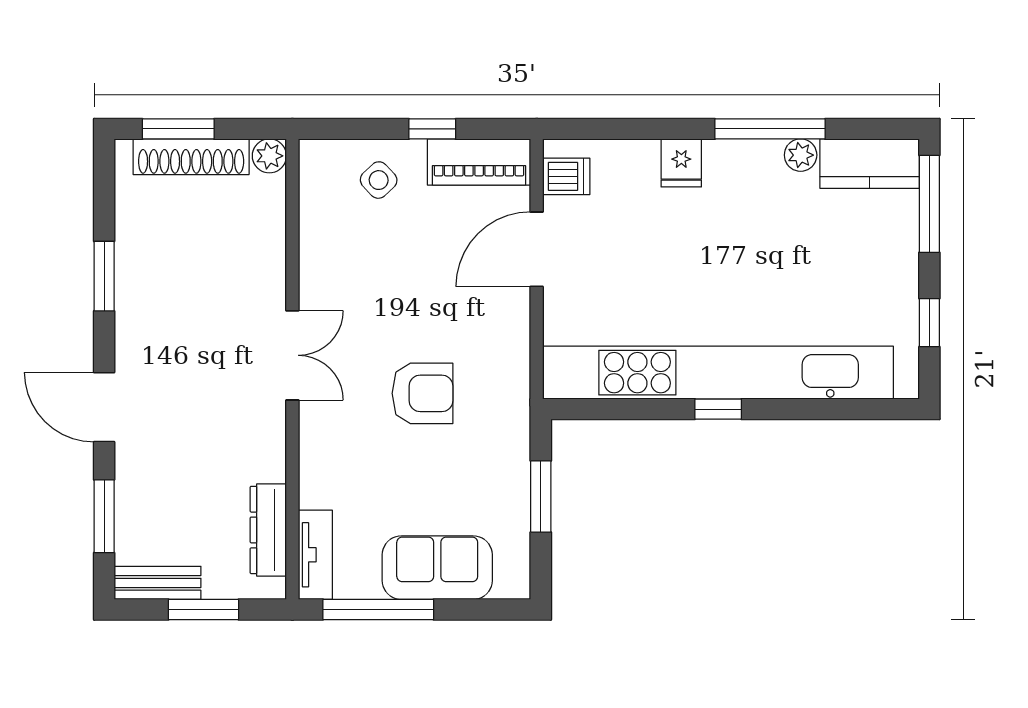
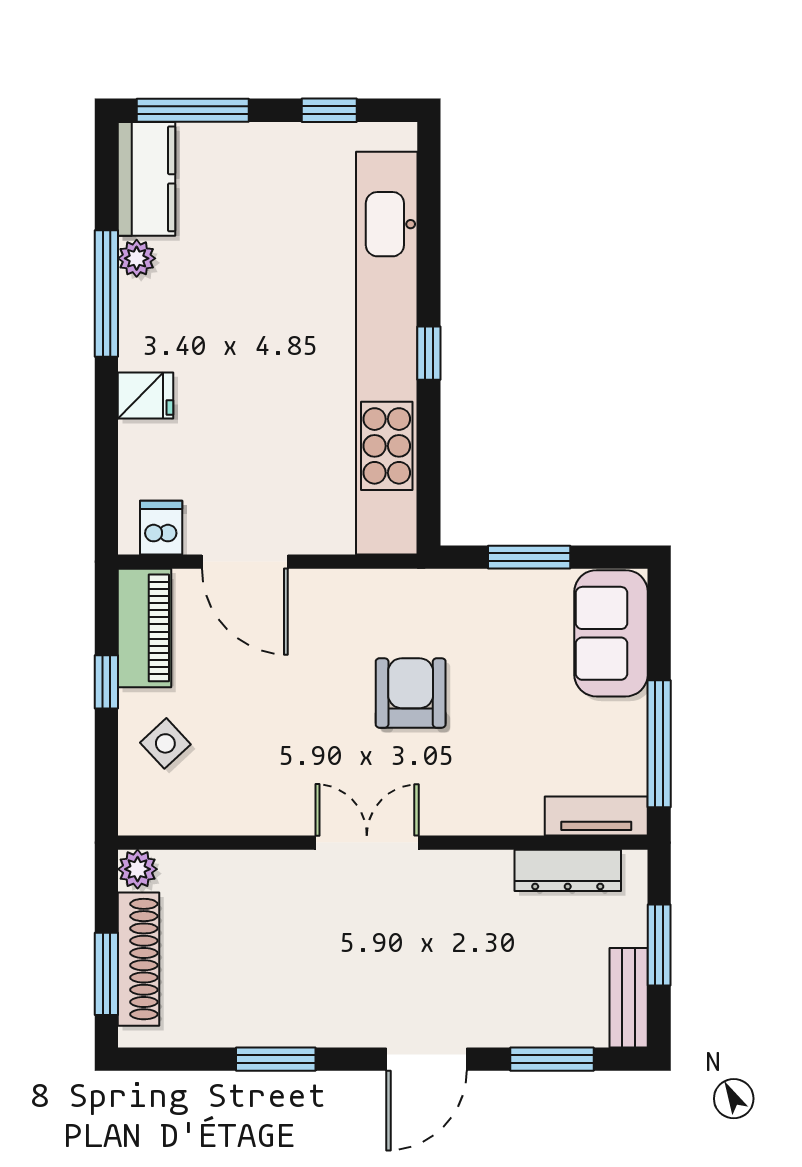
sofa: (437, 568) -> (611, 633), moved

